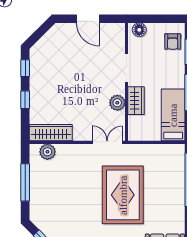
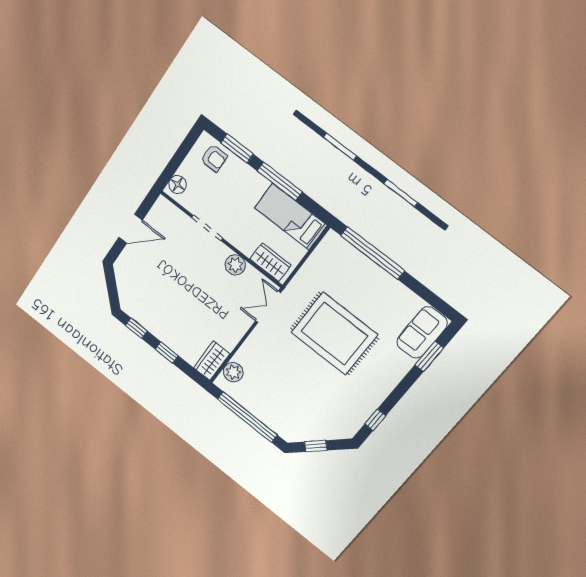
wardrobe: (136, 101) -> (270, 262), moved
wardrobe: (51, 133) -> (212, 361), width x0.67
window: (25, 182) -> (247, 417), width x1.46

